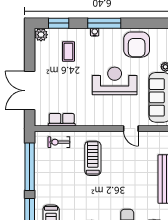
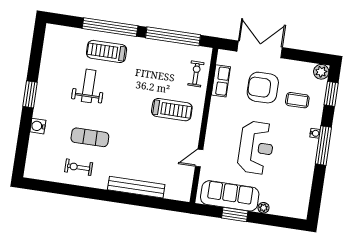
armchair: (137, 45) -> (263, 88), moved

